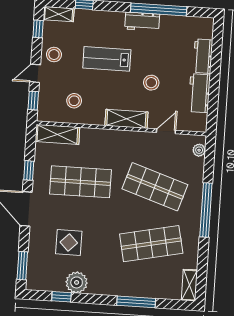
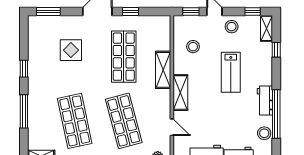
lab bench: (107, 59) -> (231, 72), turned 180
stool: (151, 83) -> (264, 133), moved
shelving: (57, 134) -> (163, 70), moved
shop shelf: (155, 187) -> (124, 121), turned -33
plant: (77, 282) -> (37, 59), removed
window: (61, 297) -> (24, 69), moved

